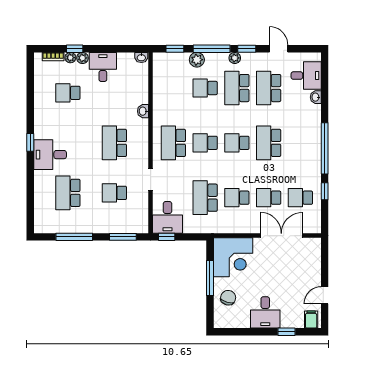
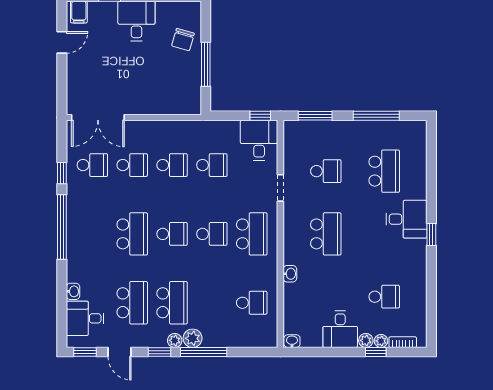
window: (175, 49) -> (85, 352), moved
plant: (197, 60) -> (193, 338), moved
school desk: (205, 88) -> (252, 303), moved
school desk: (205, 198) -> (212, 165), width x0.54
double door: (281, 236) -> (98, 118), moved
corner desk: (233, 257) -> (177, 90), removed

